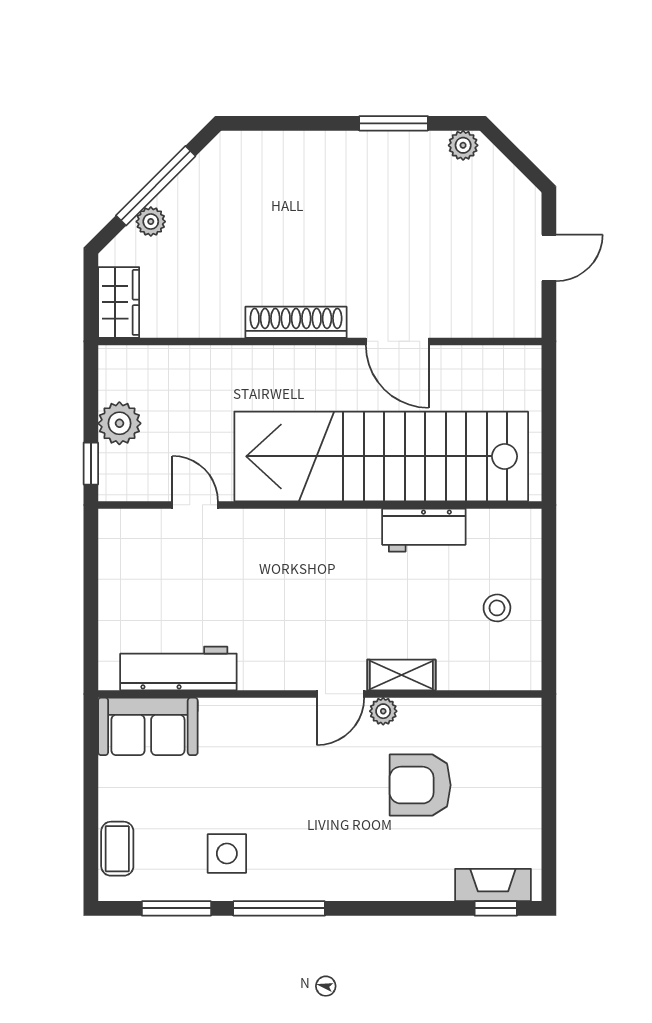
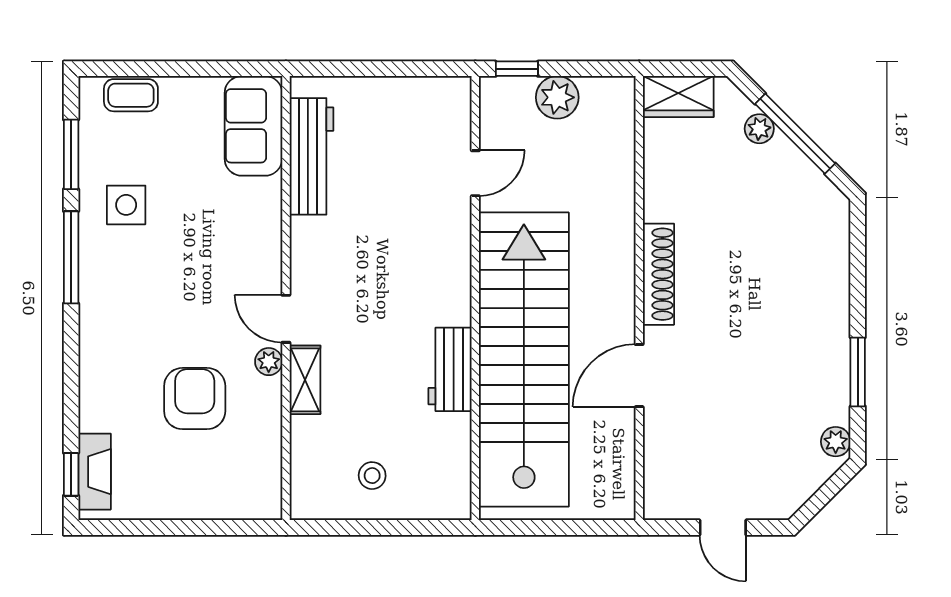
workbench: (424, 530) -> (450, 369), moved

